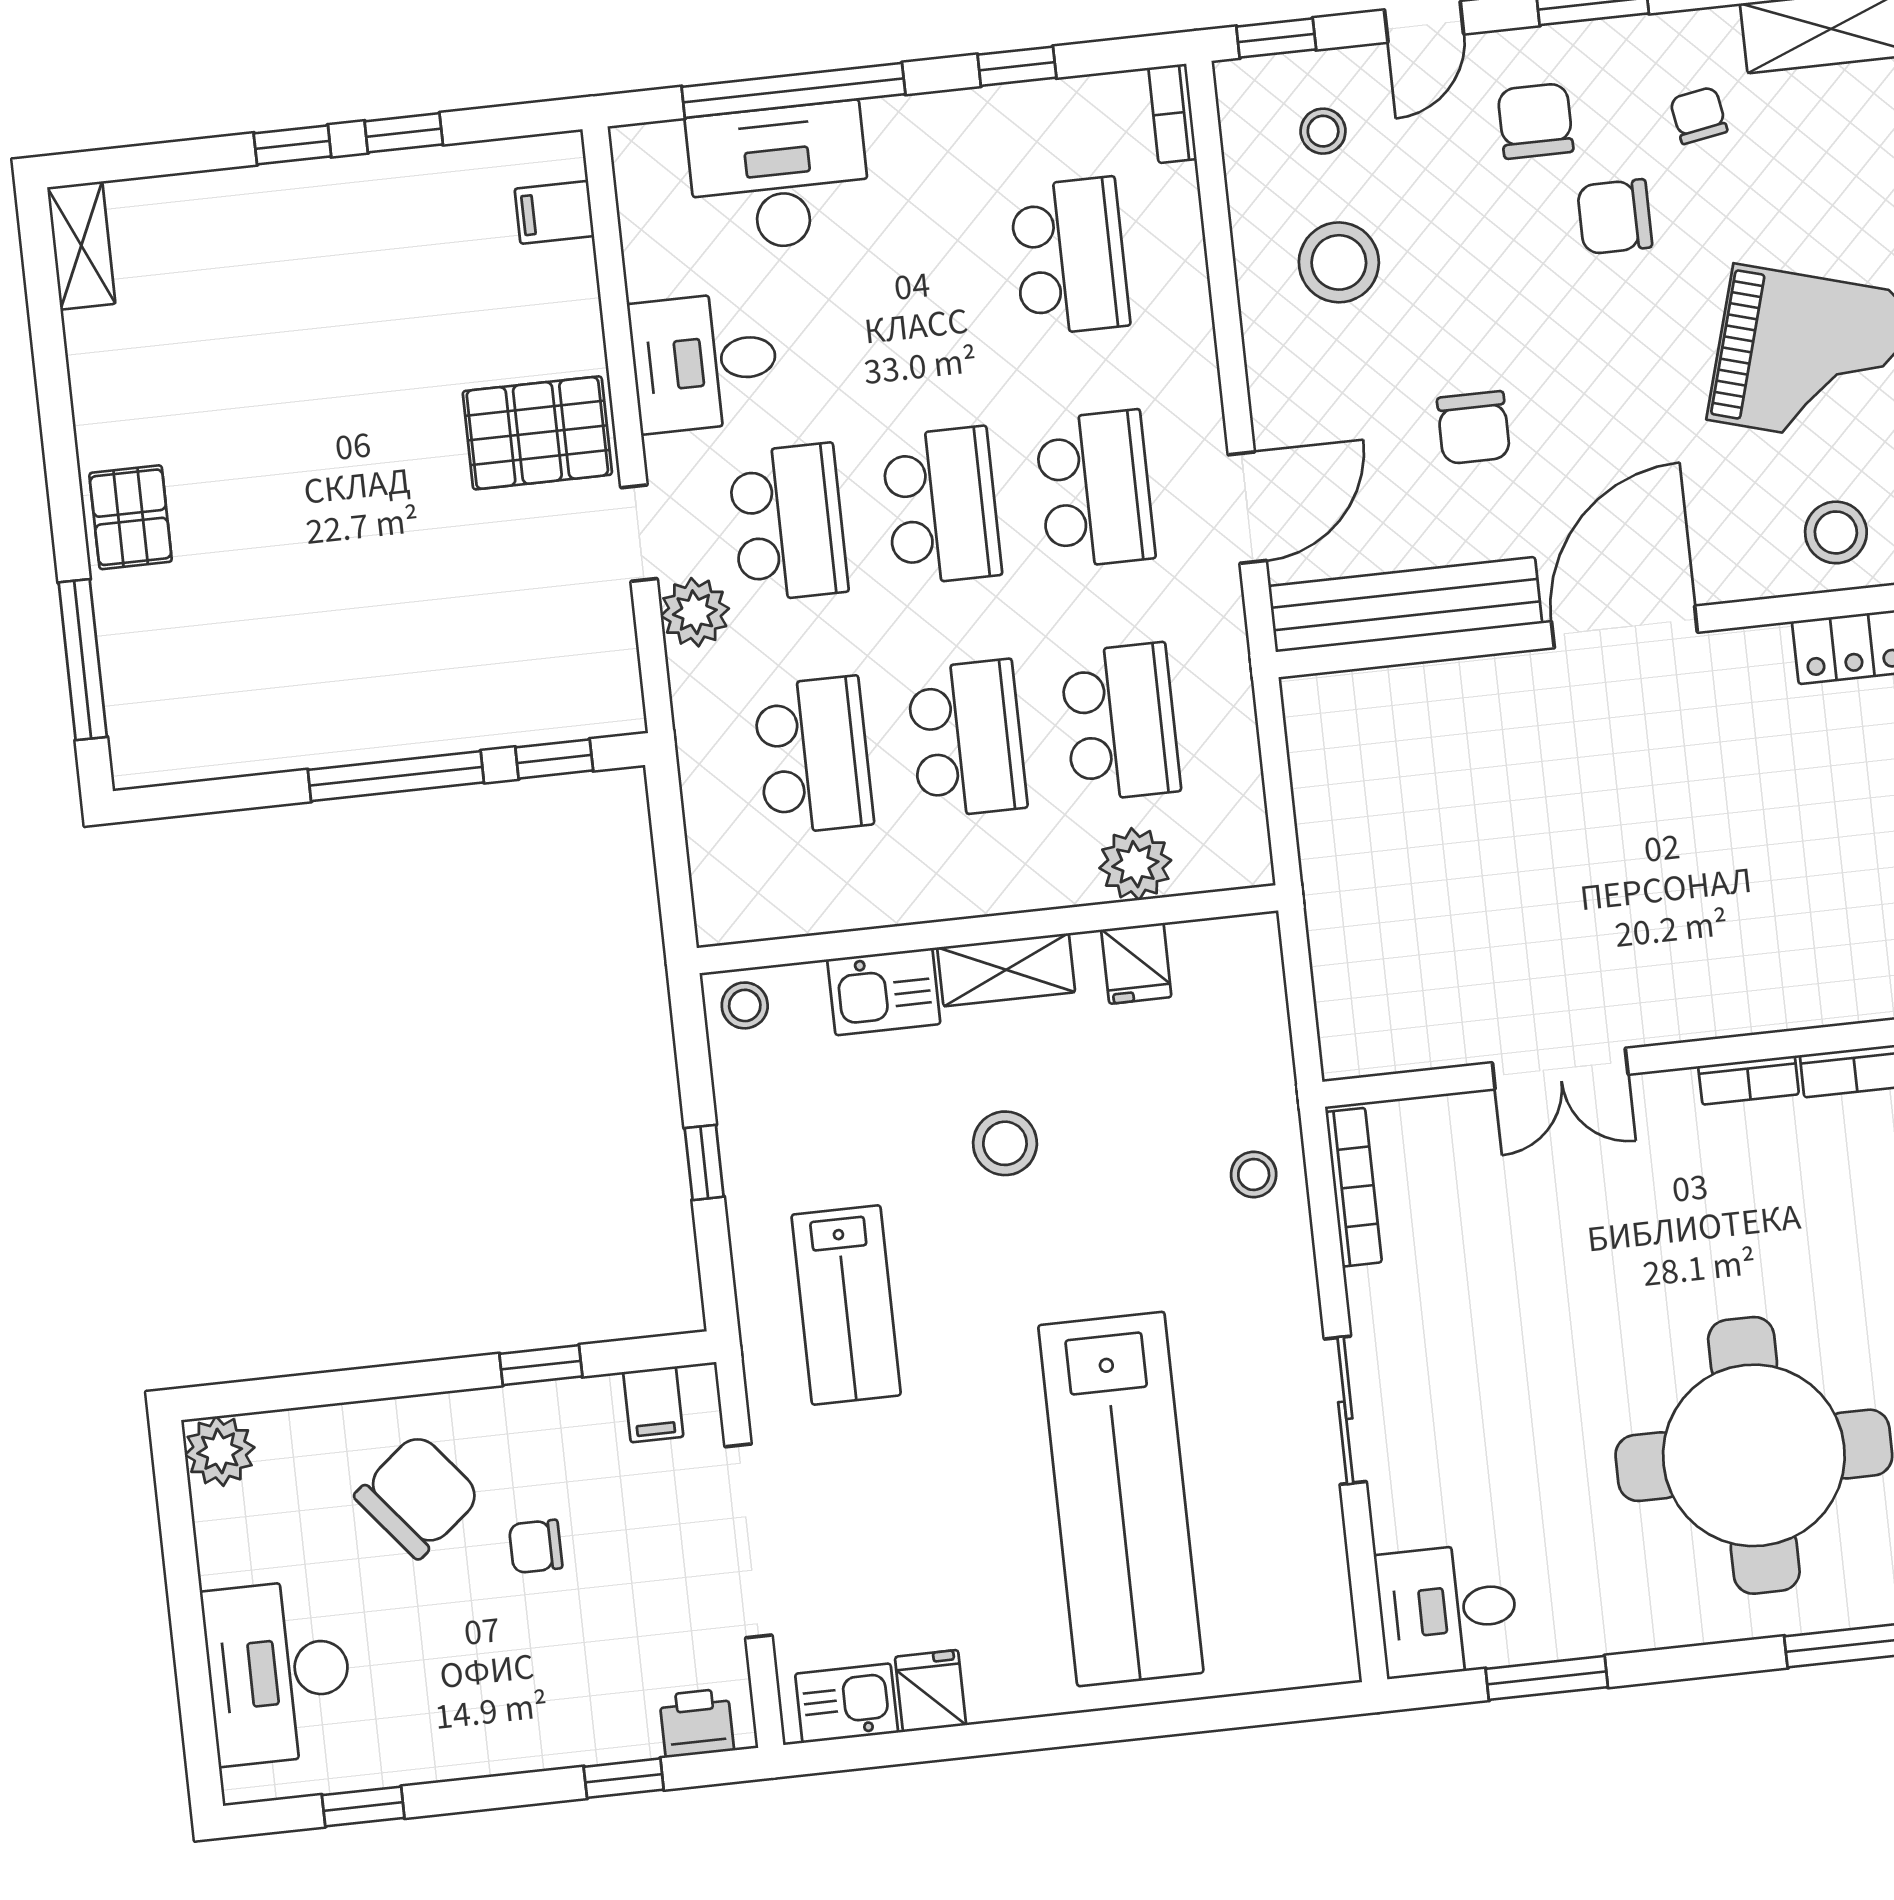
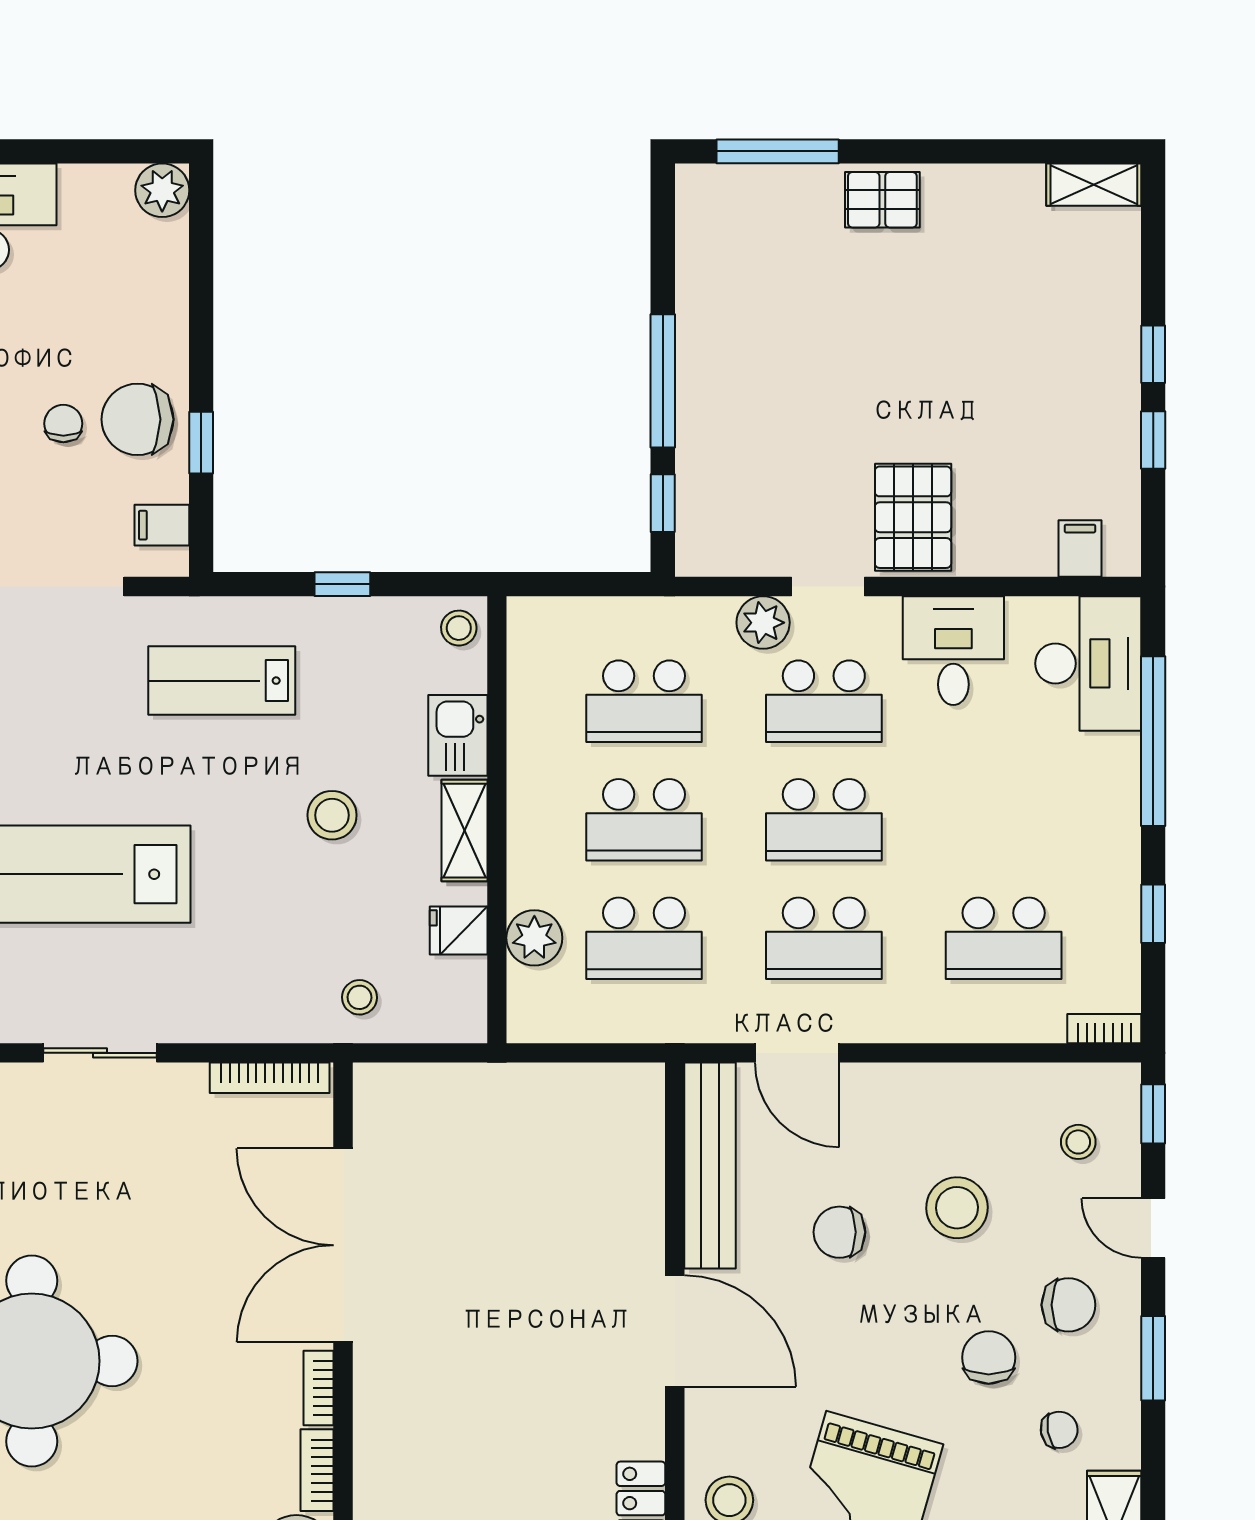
desk: (779, 177) -> (1088, 663), moved
stool: (1339, 262) -> (957, 1208), moved
double door: (1560, 1069) -> (343, 1245), width x1.87
stool: (1254, 1174) -> (359, 997), moved
chair: (418, 1496) -> (138, 419), moved, turned 129

